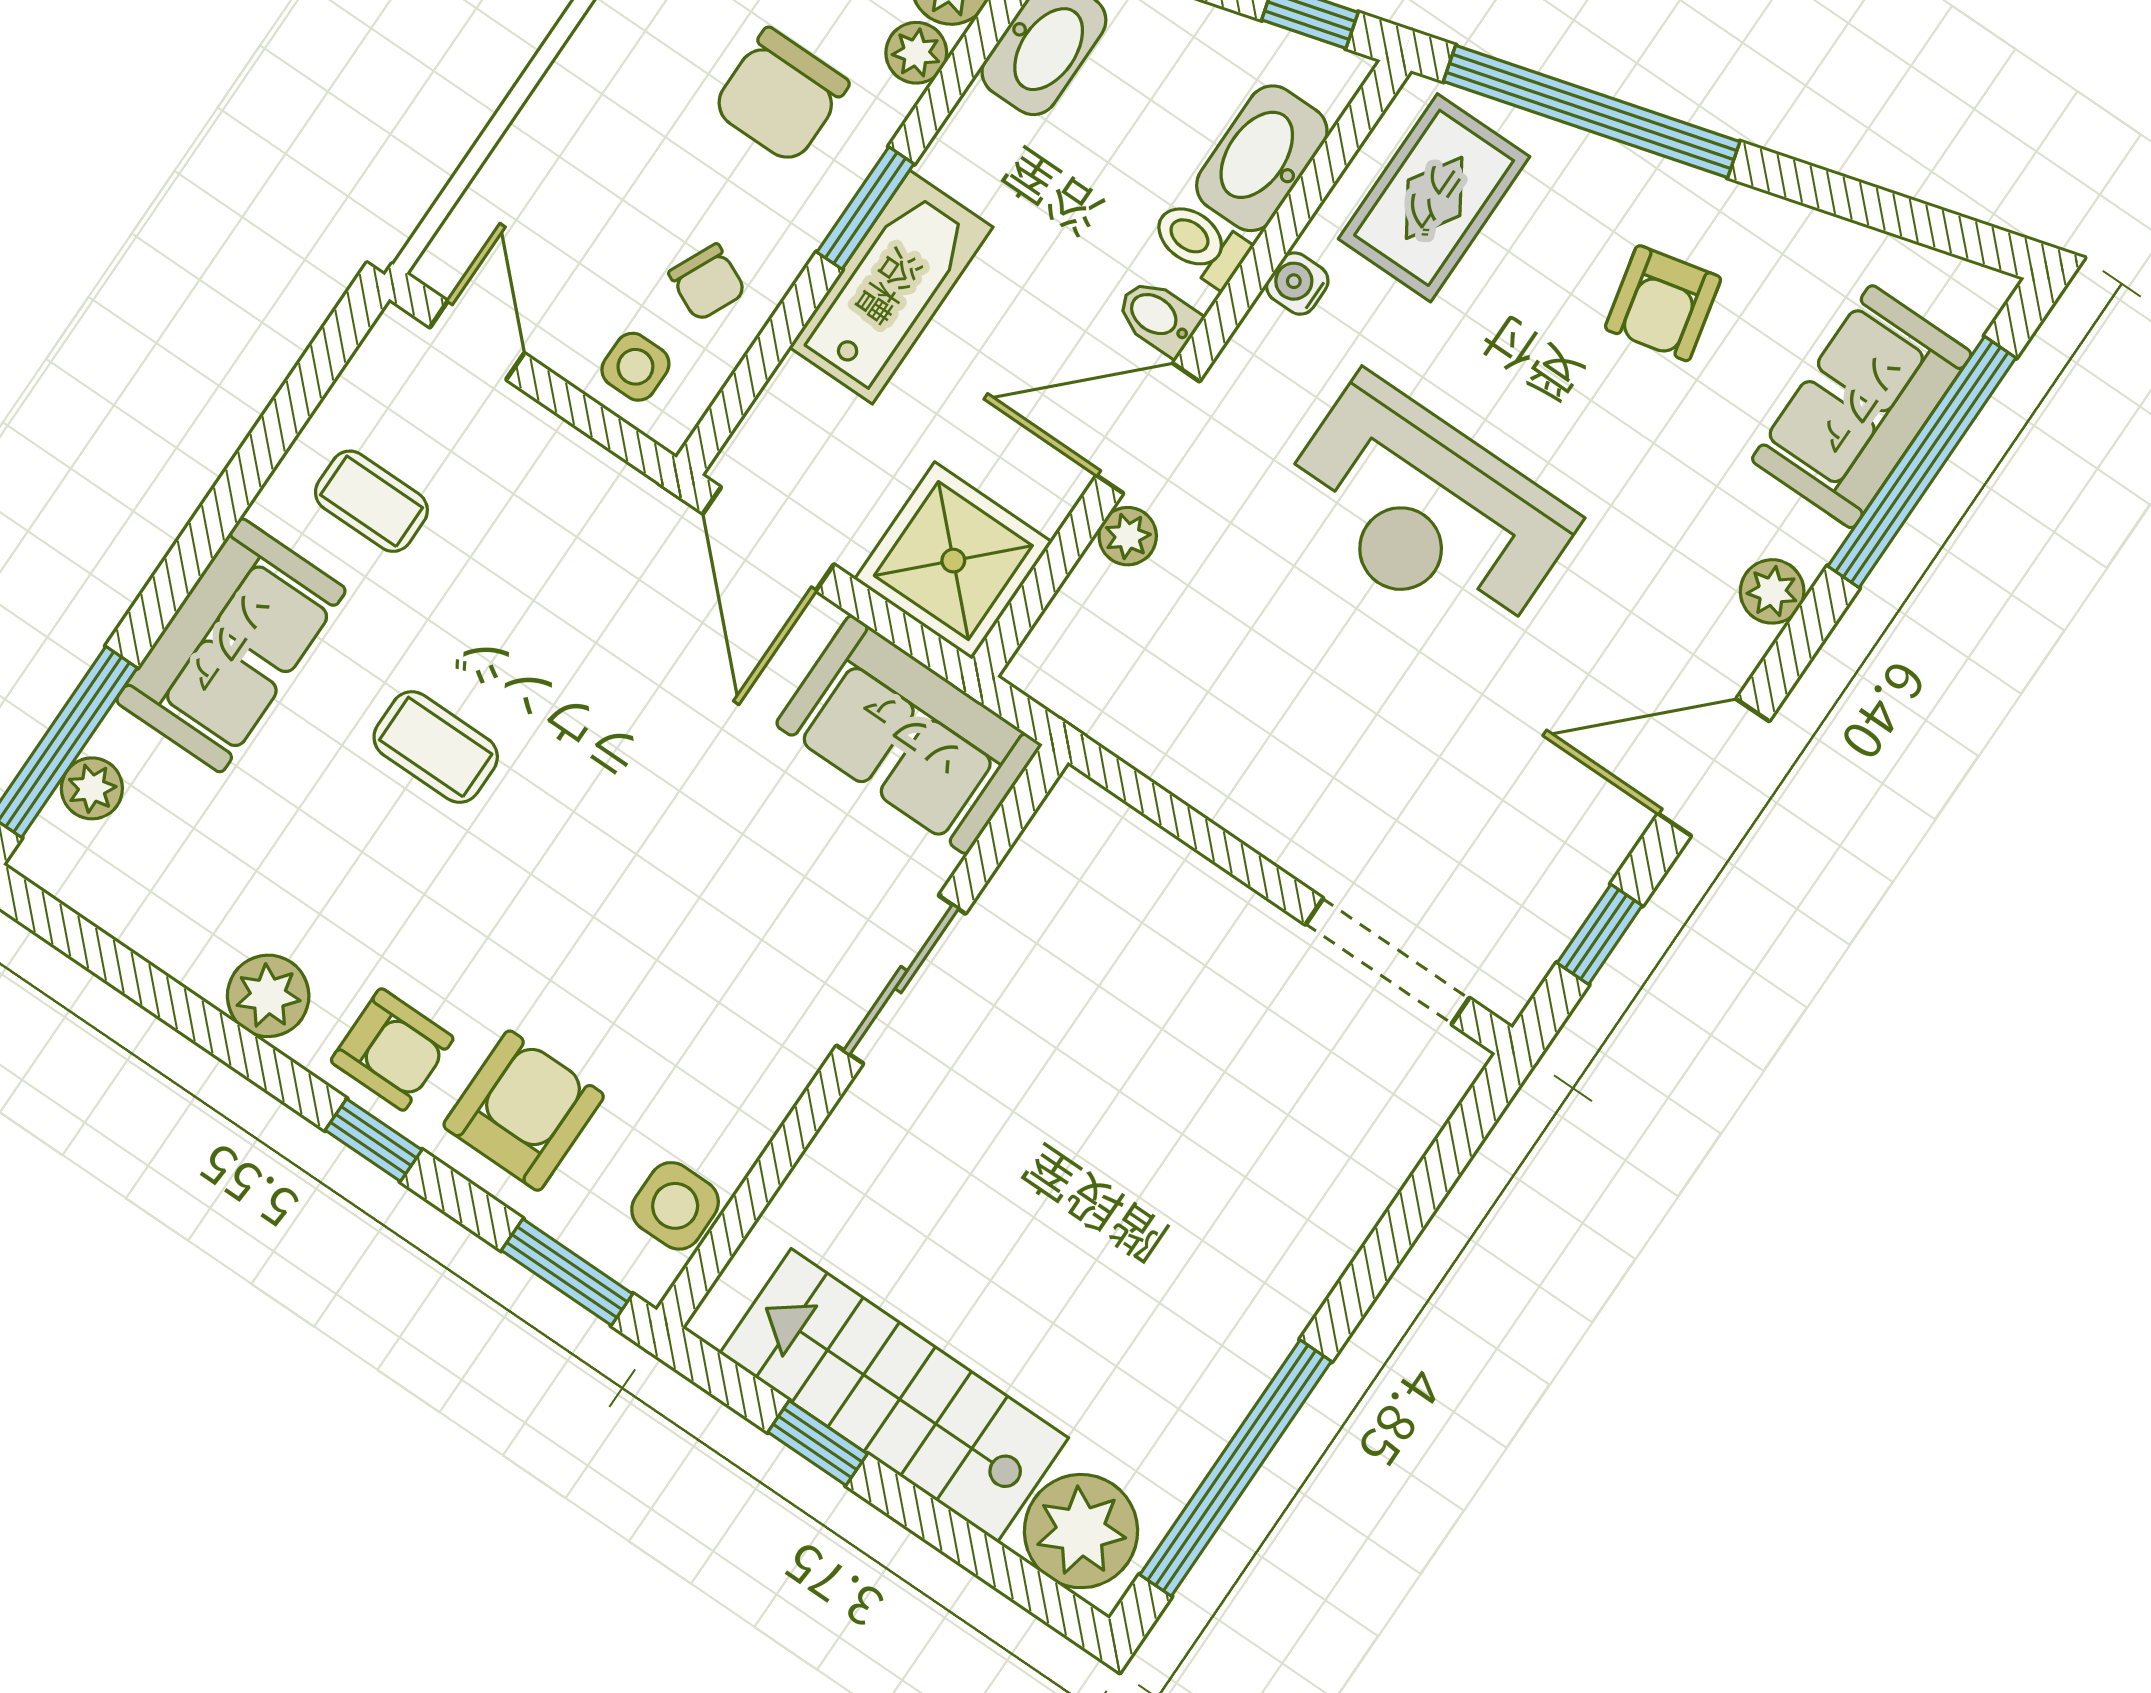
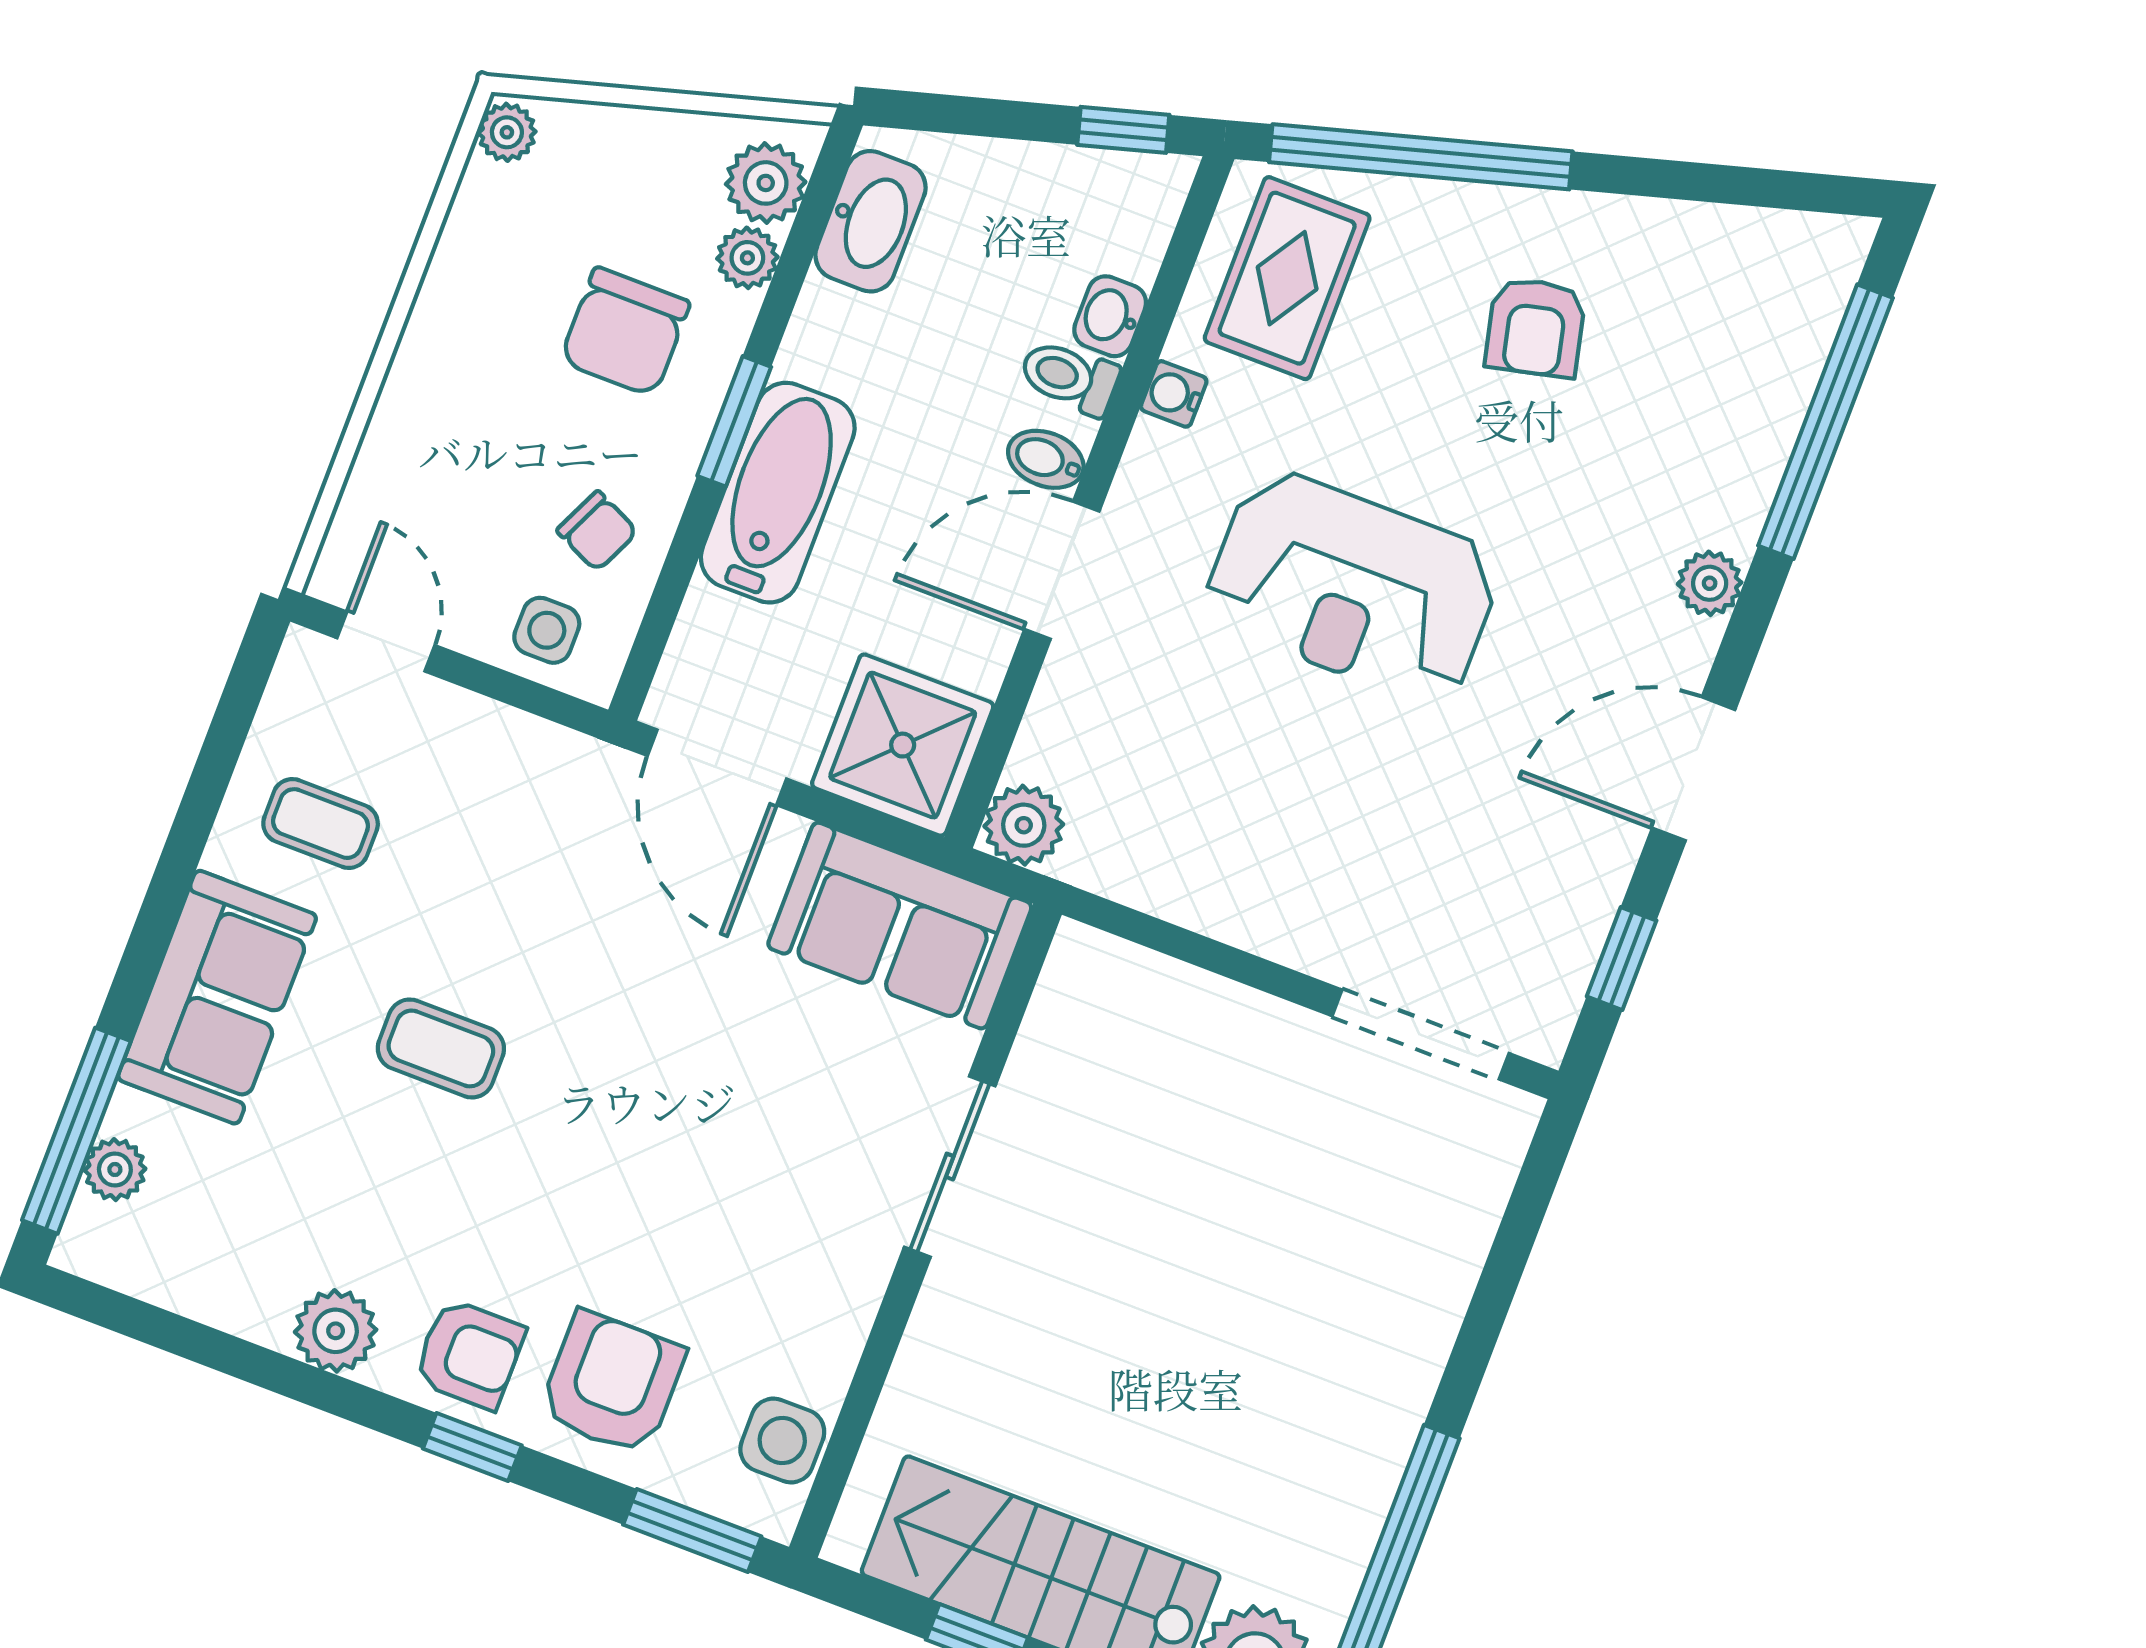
washbasin: (1262, 158) -> (1110, 316), width x0.52, depth x0.69
sofa: (1862, 407) -> (1754, 382), removed
plant: (1128, 536) -> (1024, 825), moved, width x1.38, depth x1.38

